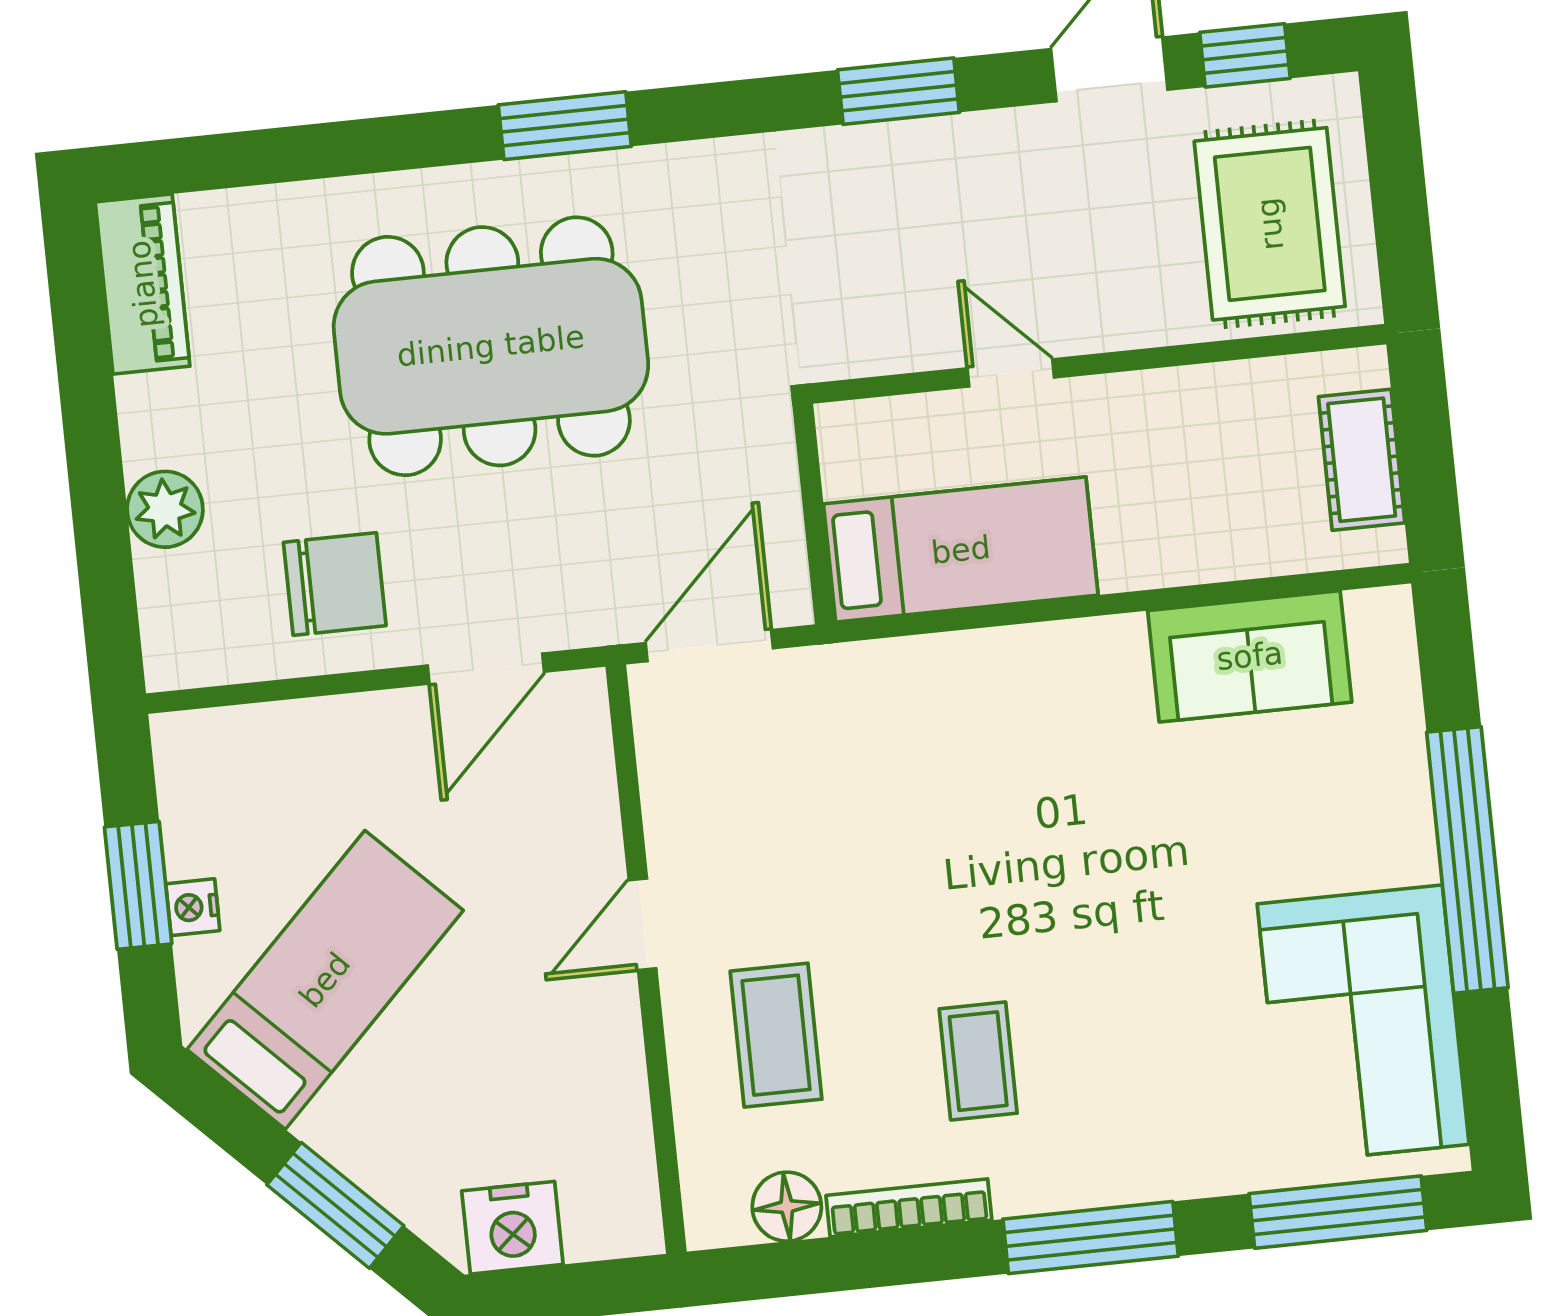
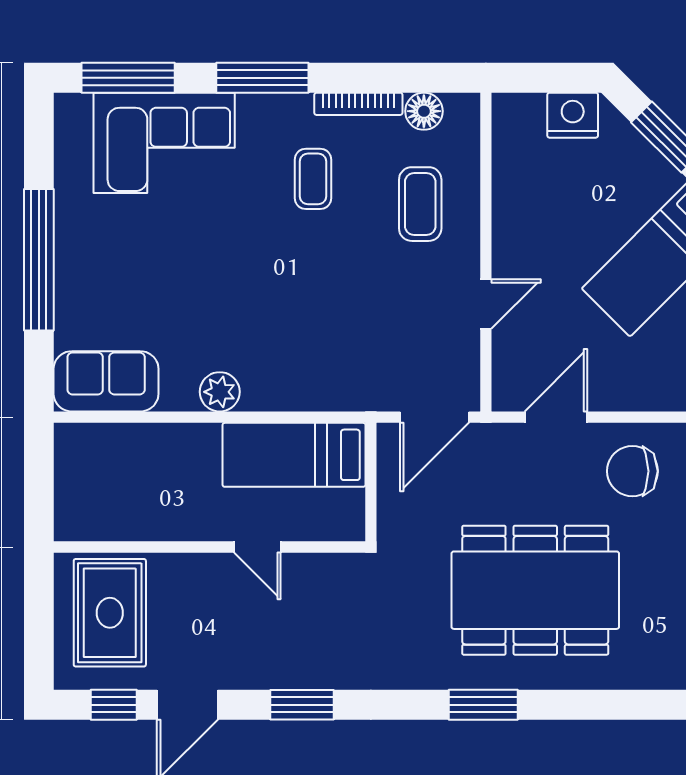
cot: (1362, 460) -> (73, 481), removed
plant: (1109, 651) -> (220, 392), added
sofa: (1250, 656) -> (106, 381), moved
door: (642, 924) -> (486, 304), moved
corner sofa: (1363, 1024) -> (164, 143), moved, turned 90

